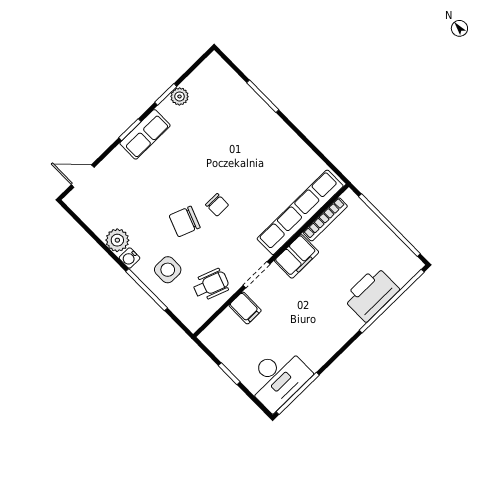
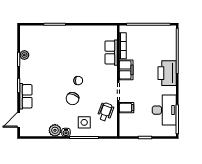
row of seats: (145, 134) -> (26, 96), moved
row of seats: (300, 212) -> (111, 53), width x0.50
printer: (371, 294) -> (167, 73), moved
desk: (277, 378) -> (164, 110), moved

